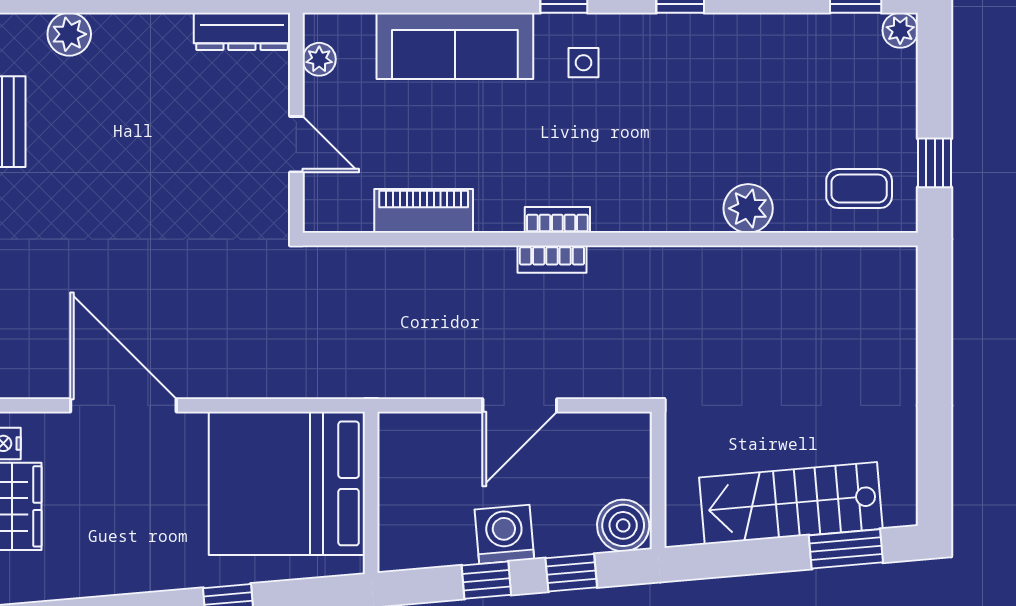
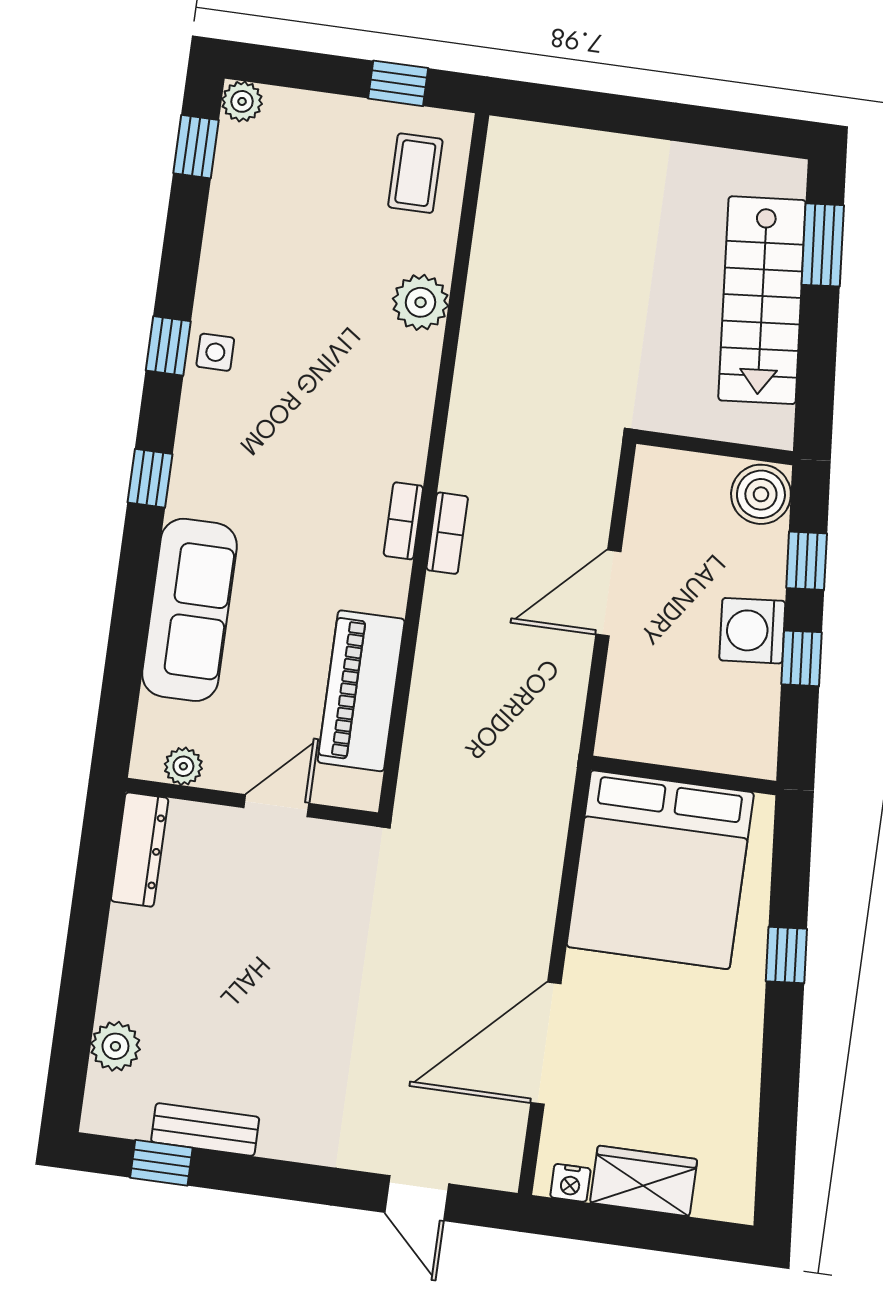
side table: (583, 63) -> (215, 352), moved
piano: (424, 211) -> (361, 691), width x1.37, depth x1.33
door: (520, 405) -> (608, 593), swing flipped

